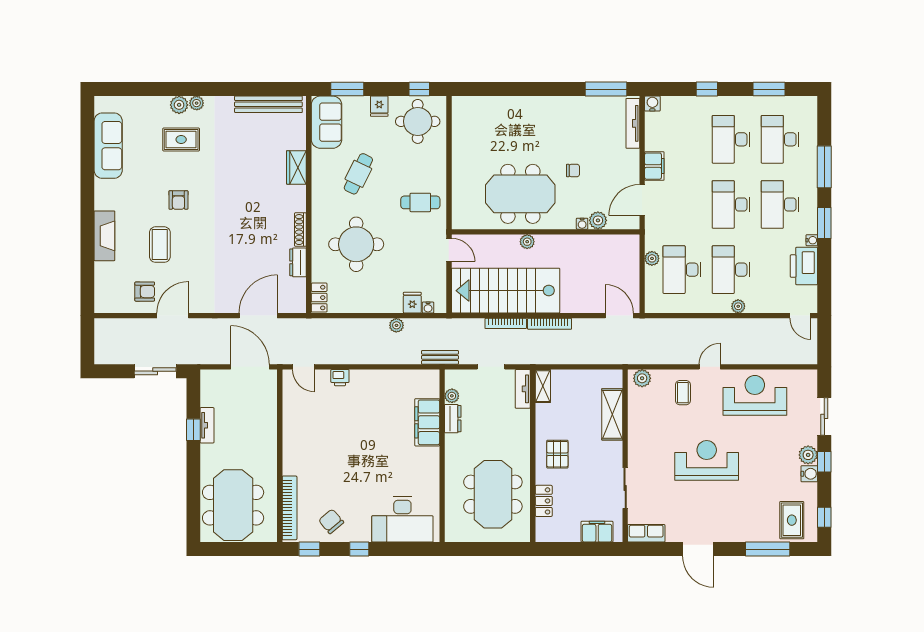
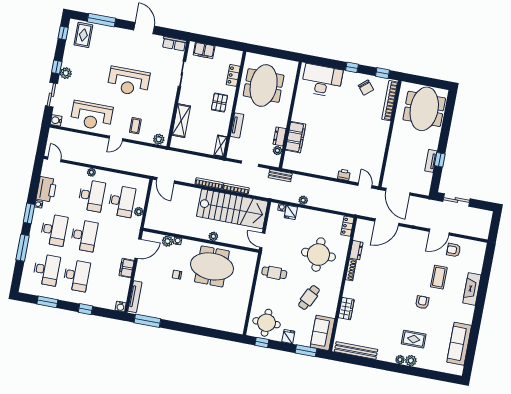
tv unit: (523, 389) -> (237, 125), moved
water cooler: (809, 474) -> (56, 120), moved

